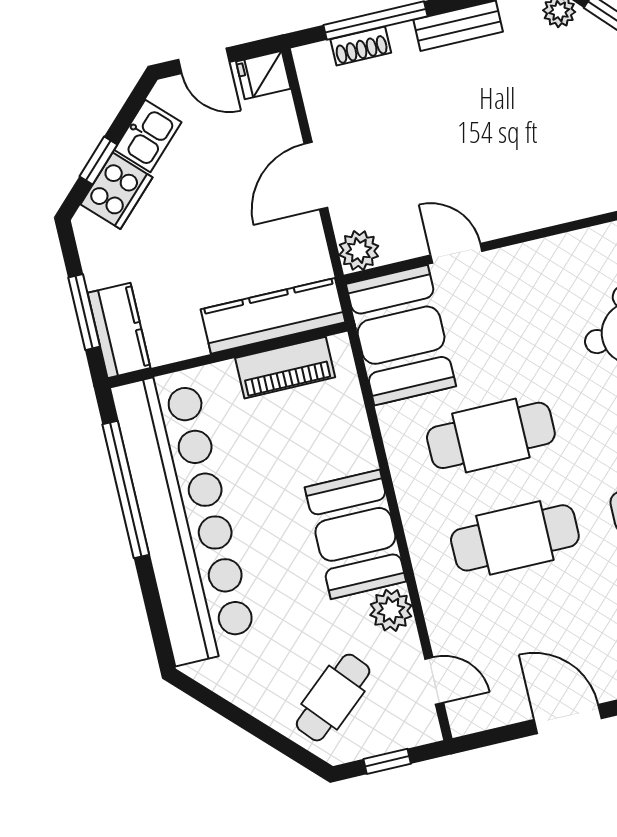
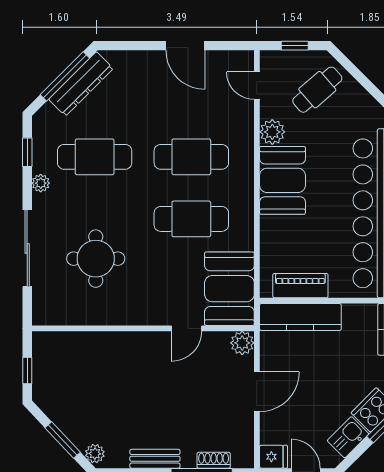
door: (456, 253) -> (187, 328), hinge flipped

